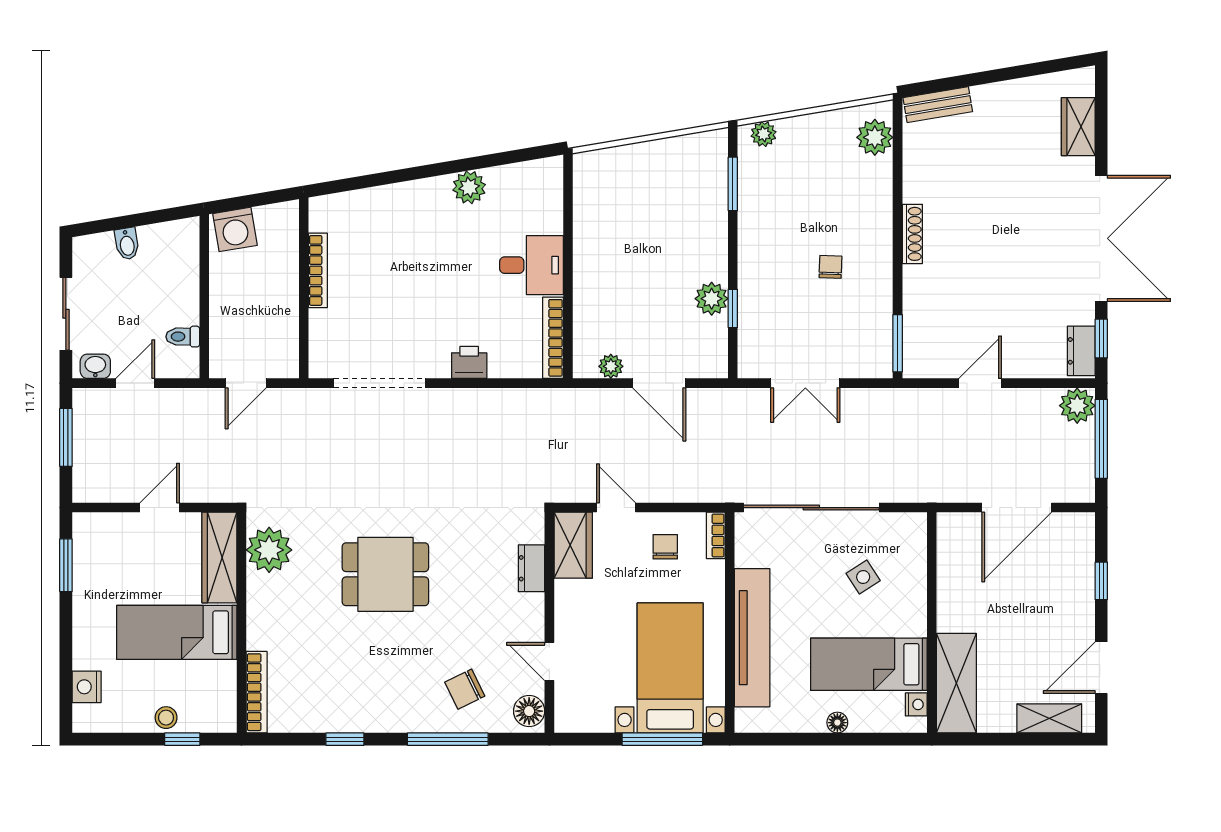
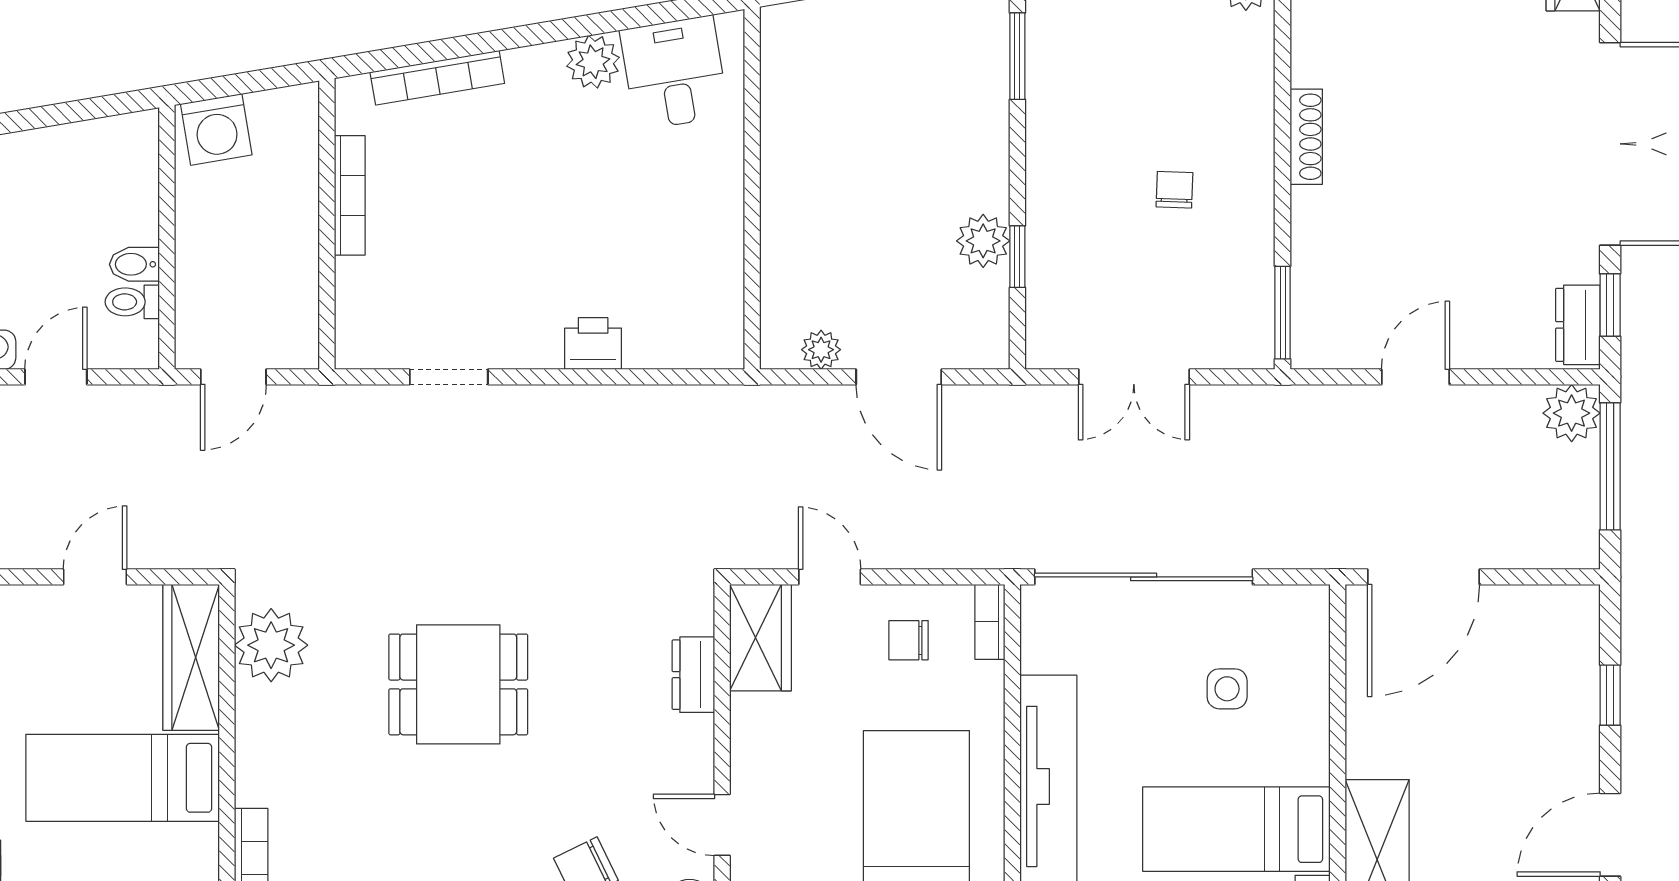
bidet: (127, 244) -> (134, 264), moved, turned 100
desk: (532, 265) -> (674, 73), moved, turned -100
bookcase: (553, 338) -> (437, 78), moved, turned -100
doorway: (380, 383) -> (449, 377), width x0.53
door: (1017, 508) -> (1423, 577), moved
chair: (665, 547) -> (909, 640), turned -90
side table: (863, 577) -> (1227, 689), turned 33

